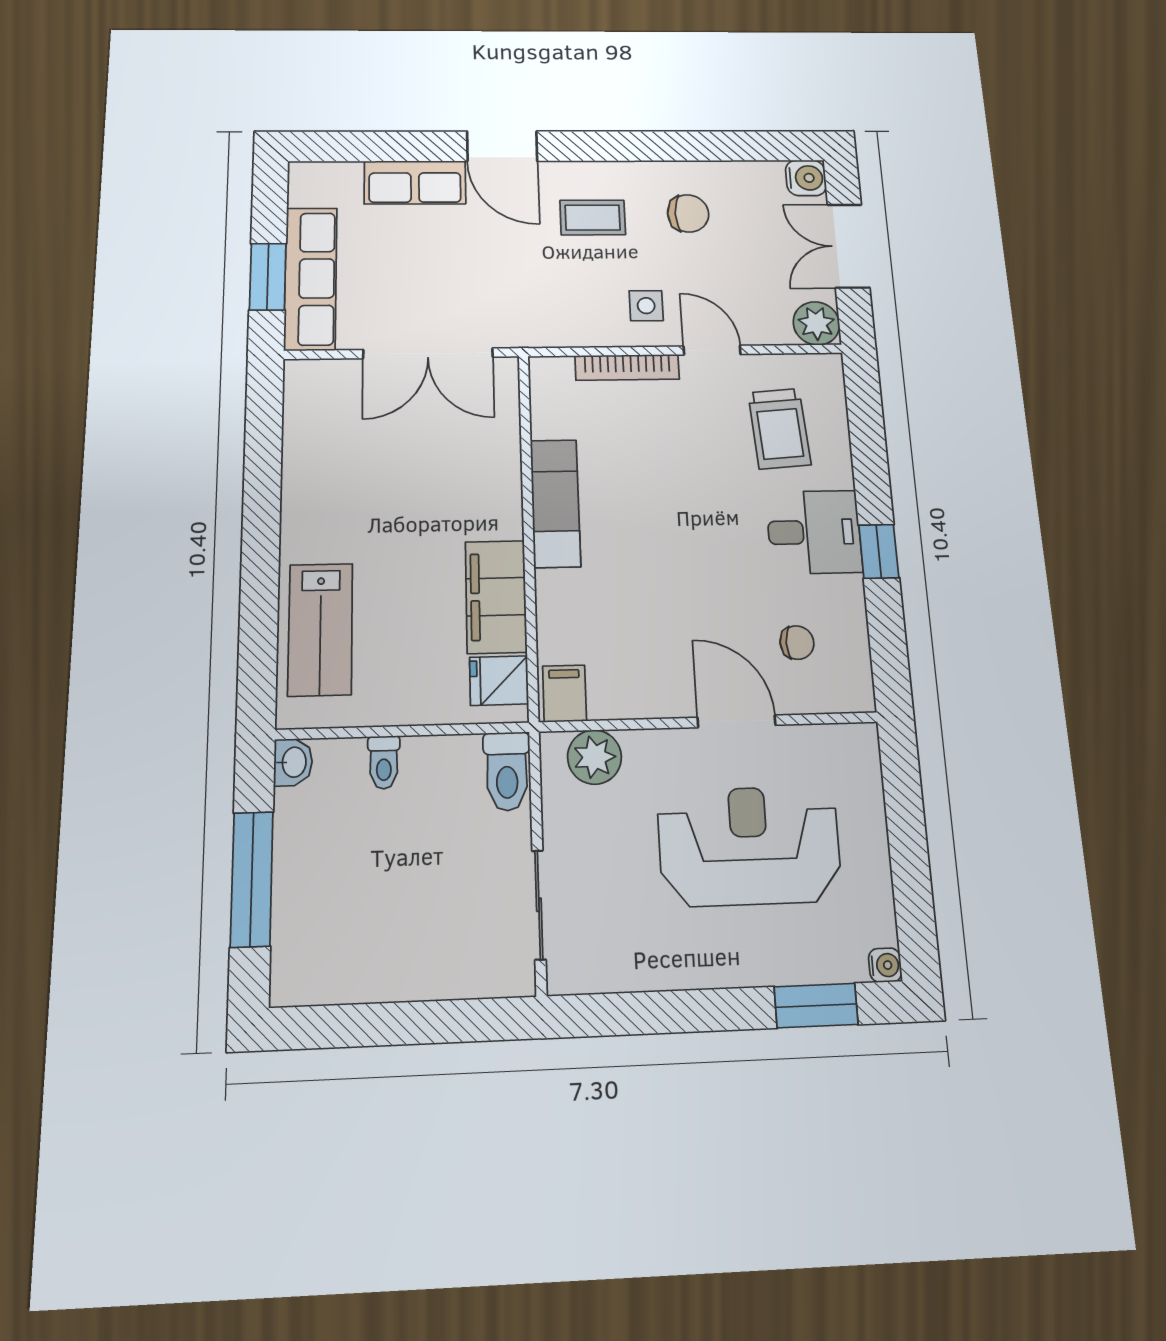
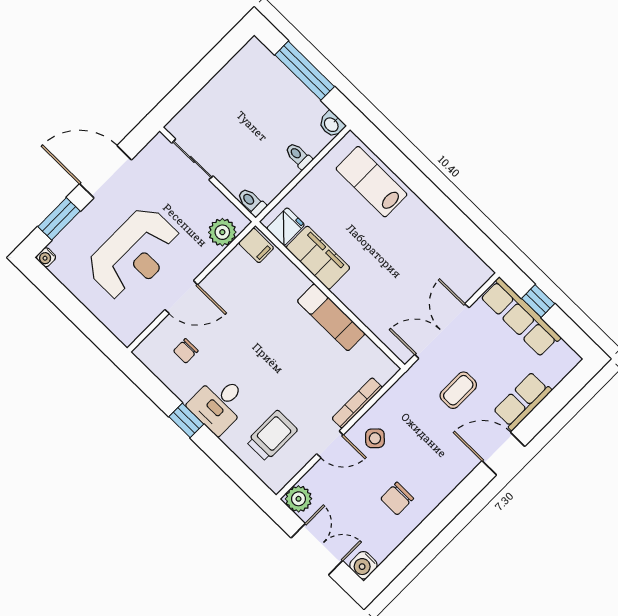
coffee table: (593, 218) -> (458, 390), moved
window: (268, 277) -> (538, 301), width x0.67
side table: (646, 306) -> (375, 438), turned 45
trolley: (779, 429) -> (272, 436), turned 94
toilet: (507, 771) -> (252, 202), width x0.73, depth x0.72
door: (684, 1011) -> (105, 172), added

